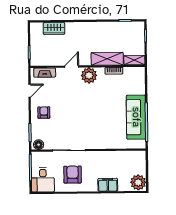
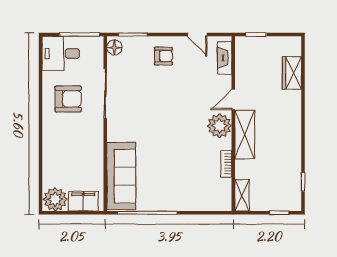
shelving: (107, 59) -> (245, 135), moved
door: (72, 67) -> (233, 99), swing flipped
sofa: (136, 117) -> (121, 176), moved, turned 90
filing cabinet: (108, 185) -> (83, 201), moved, turned -90

